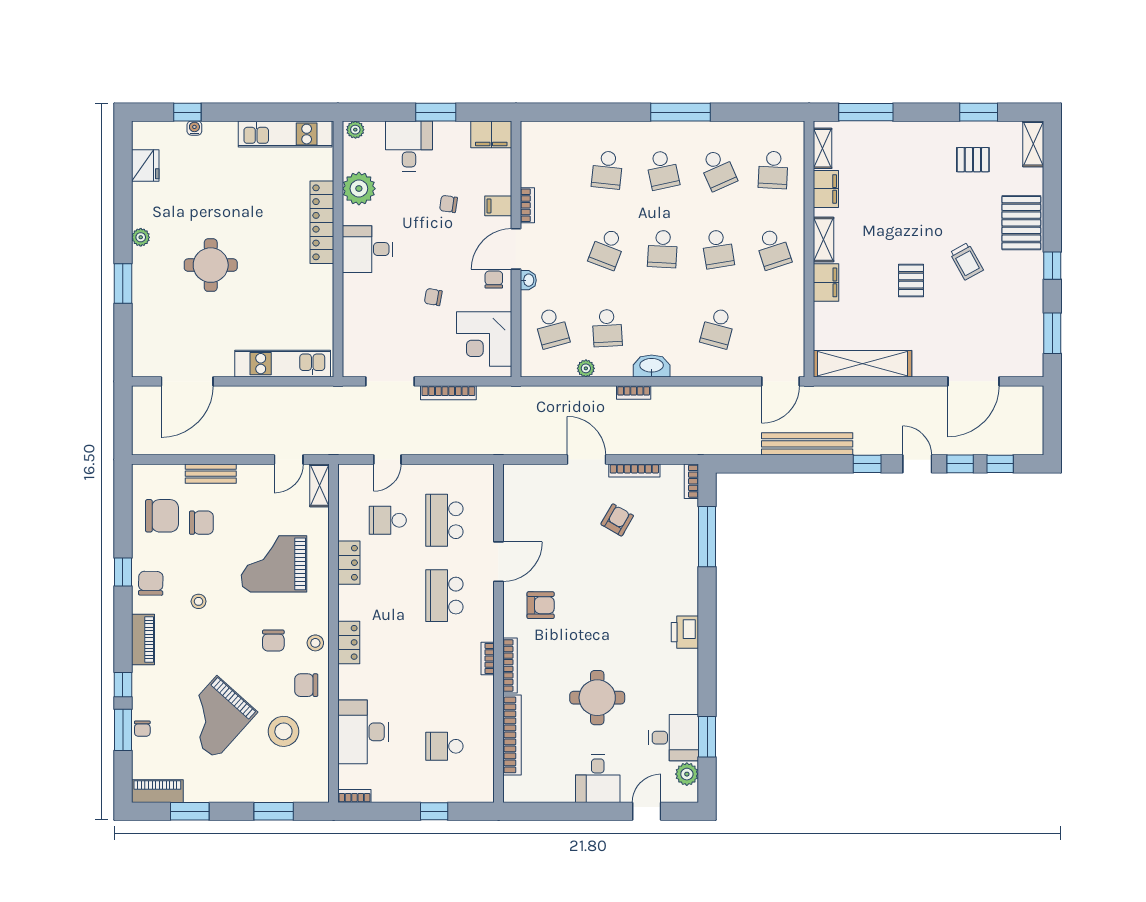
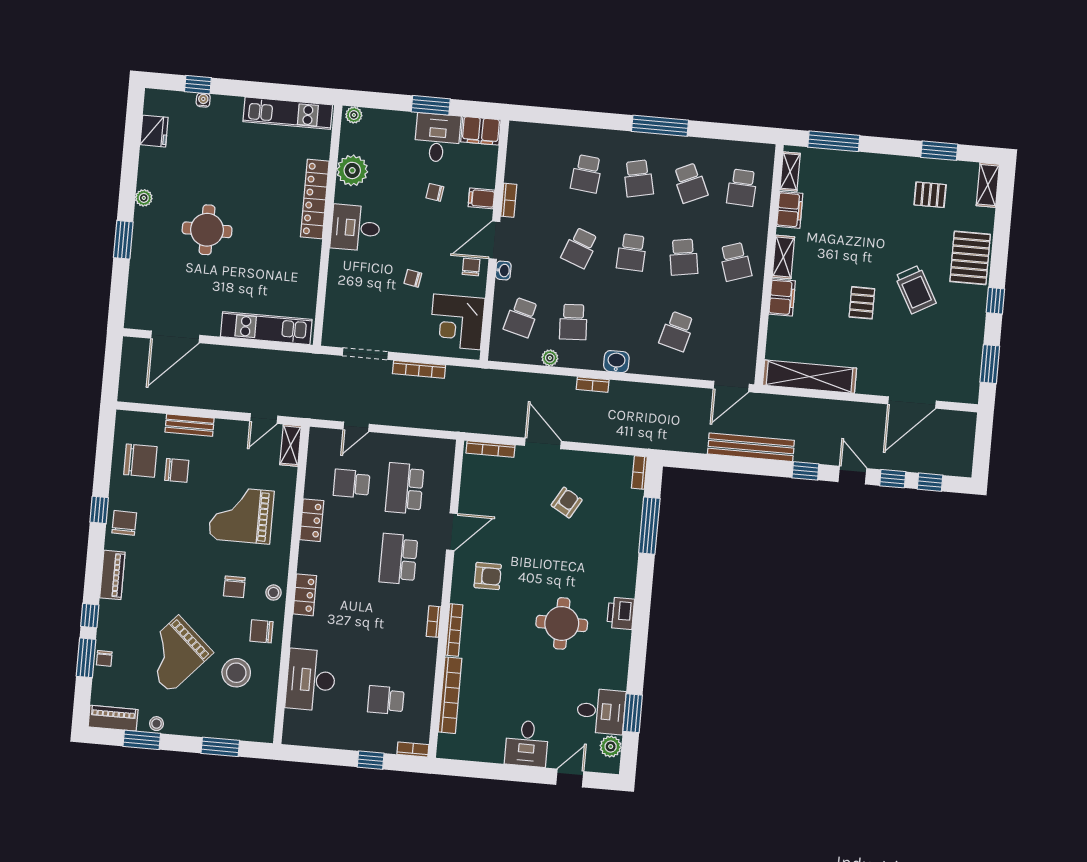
desk: (409, 146) -> (437, 138), moved
trolley: (966, 261) -> (915, 289), width x1.36, depth x1.39
school desk: (552, 328) -> (521, 317), turned 30
washbasin: (652, 366) -> (616, 362), width x0.72
bookcase: (634, 470) -> (491, 449), moved
stool: (199, 601) -> (157, 724), moved
round table: (597, 698) -> (562, 623), moved
bookcase: (354, 796) -> (413, 750), moved

